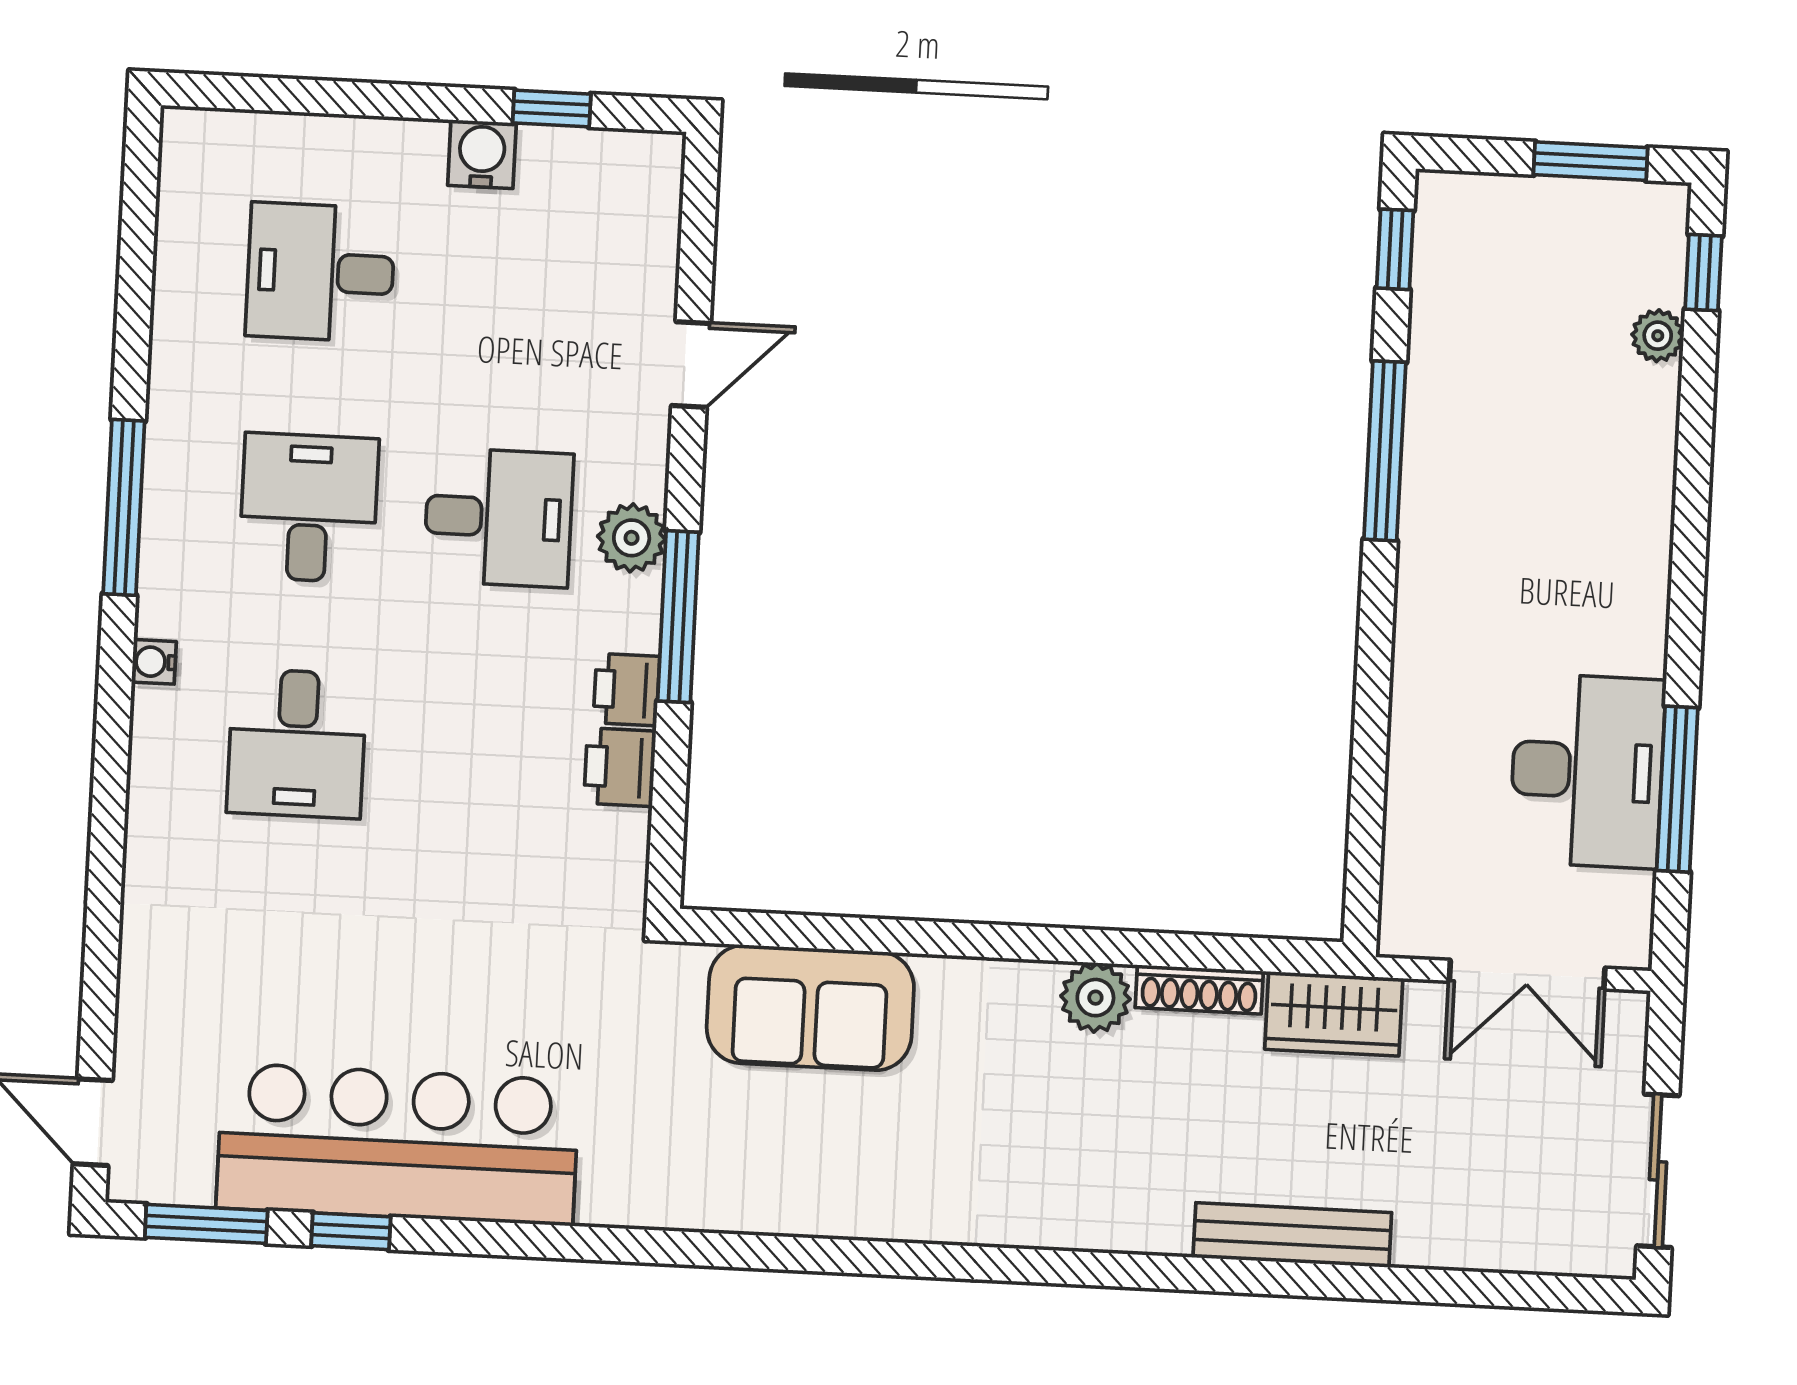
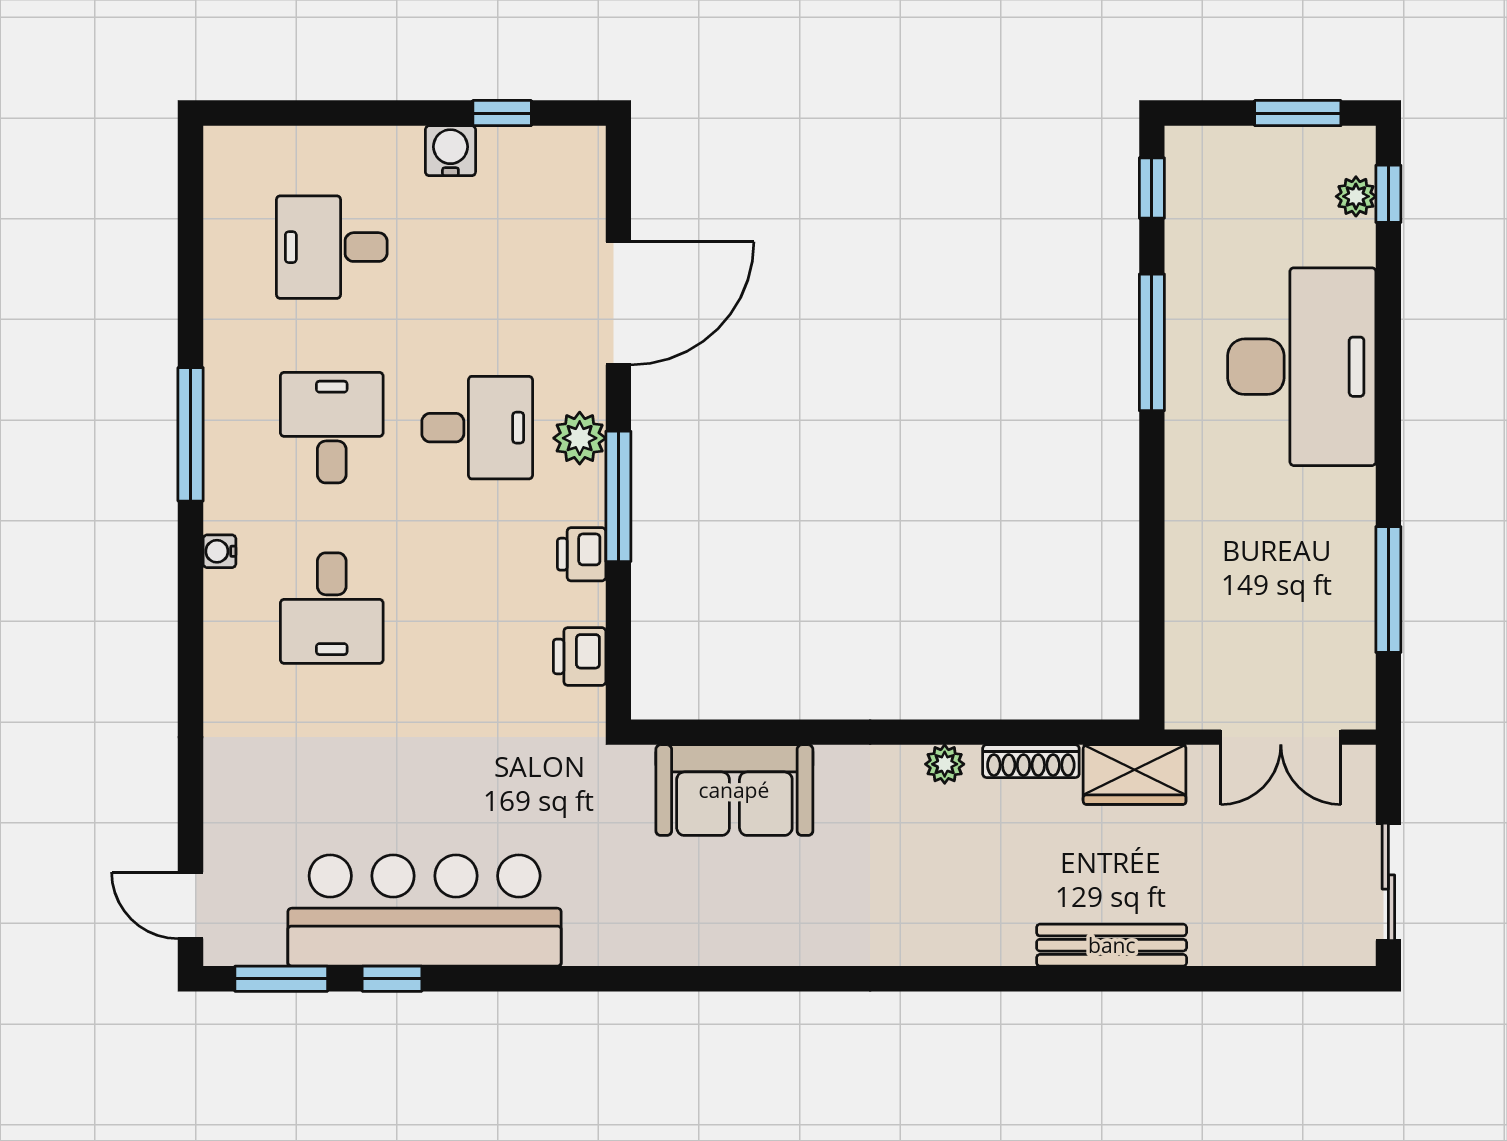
plant: (1658, 336) -> (1356, 196), moved
door: (691, 365) -> (618, 303), width x1.88
printer: (620, 767) -> (580, 656), moved
desk: (1587, 771) -> (1302, 367), moved, width x1.36, depth x1.30
plant: (1095, 998) -> (945, 764), width x0.73, depth x0.73

